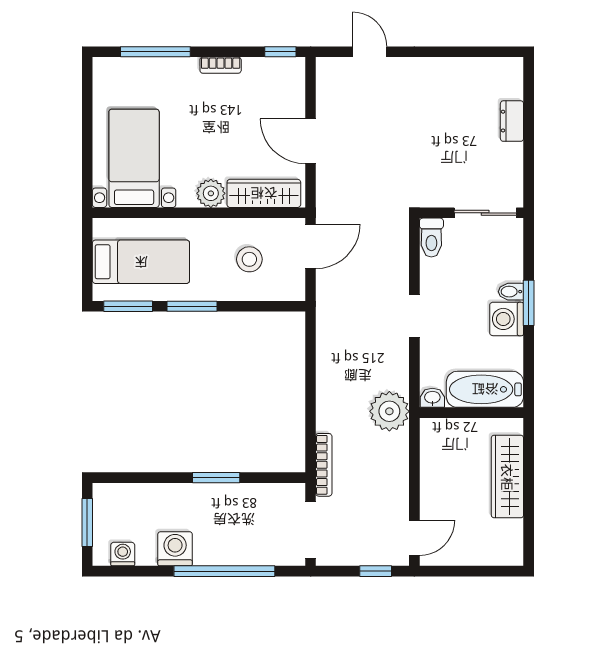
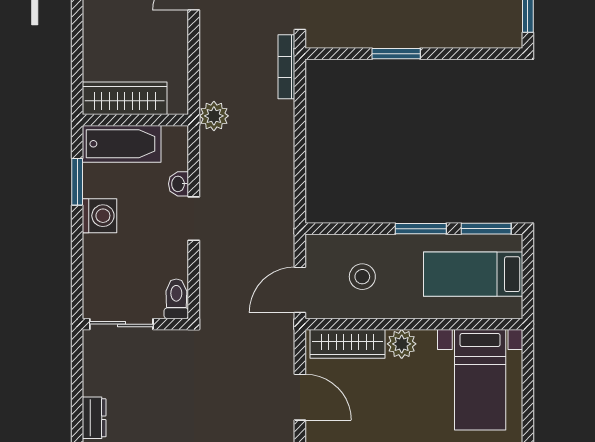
bidet: (511, 292) -> (95, 244), removed
window: (529, 303) -> (77, 182), moved
washbasin: (432, 398) -> (179, 184), moved, turned 90
plant: (389, 411) -> (214, 116), width x0.73, depth x0.73
wardrobe: (507, 477) -> (125, 98), moved, turned -90

